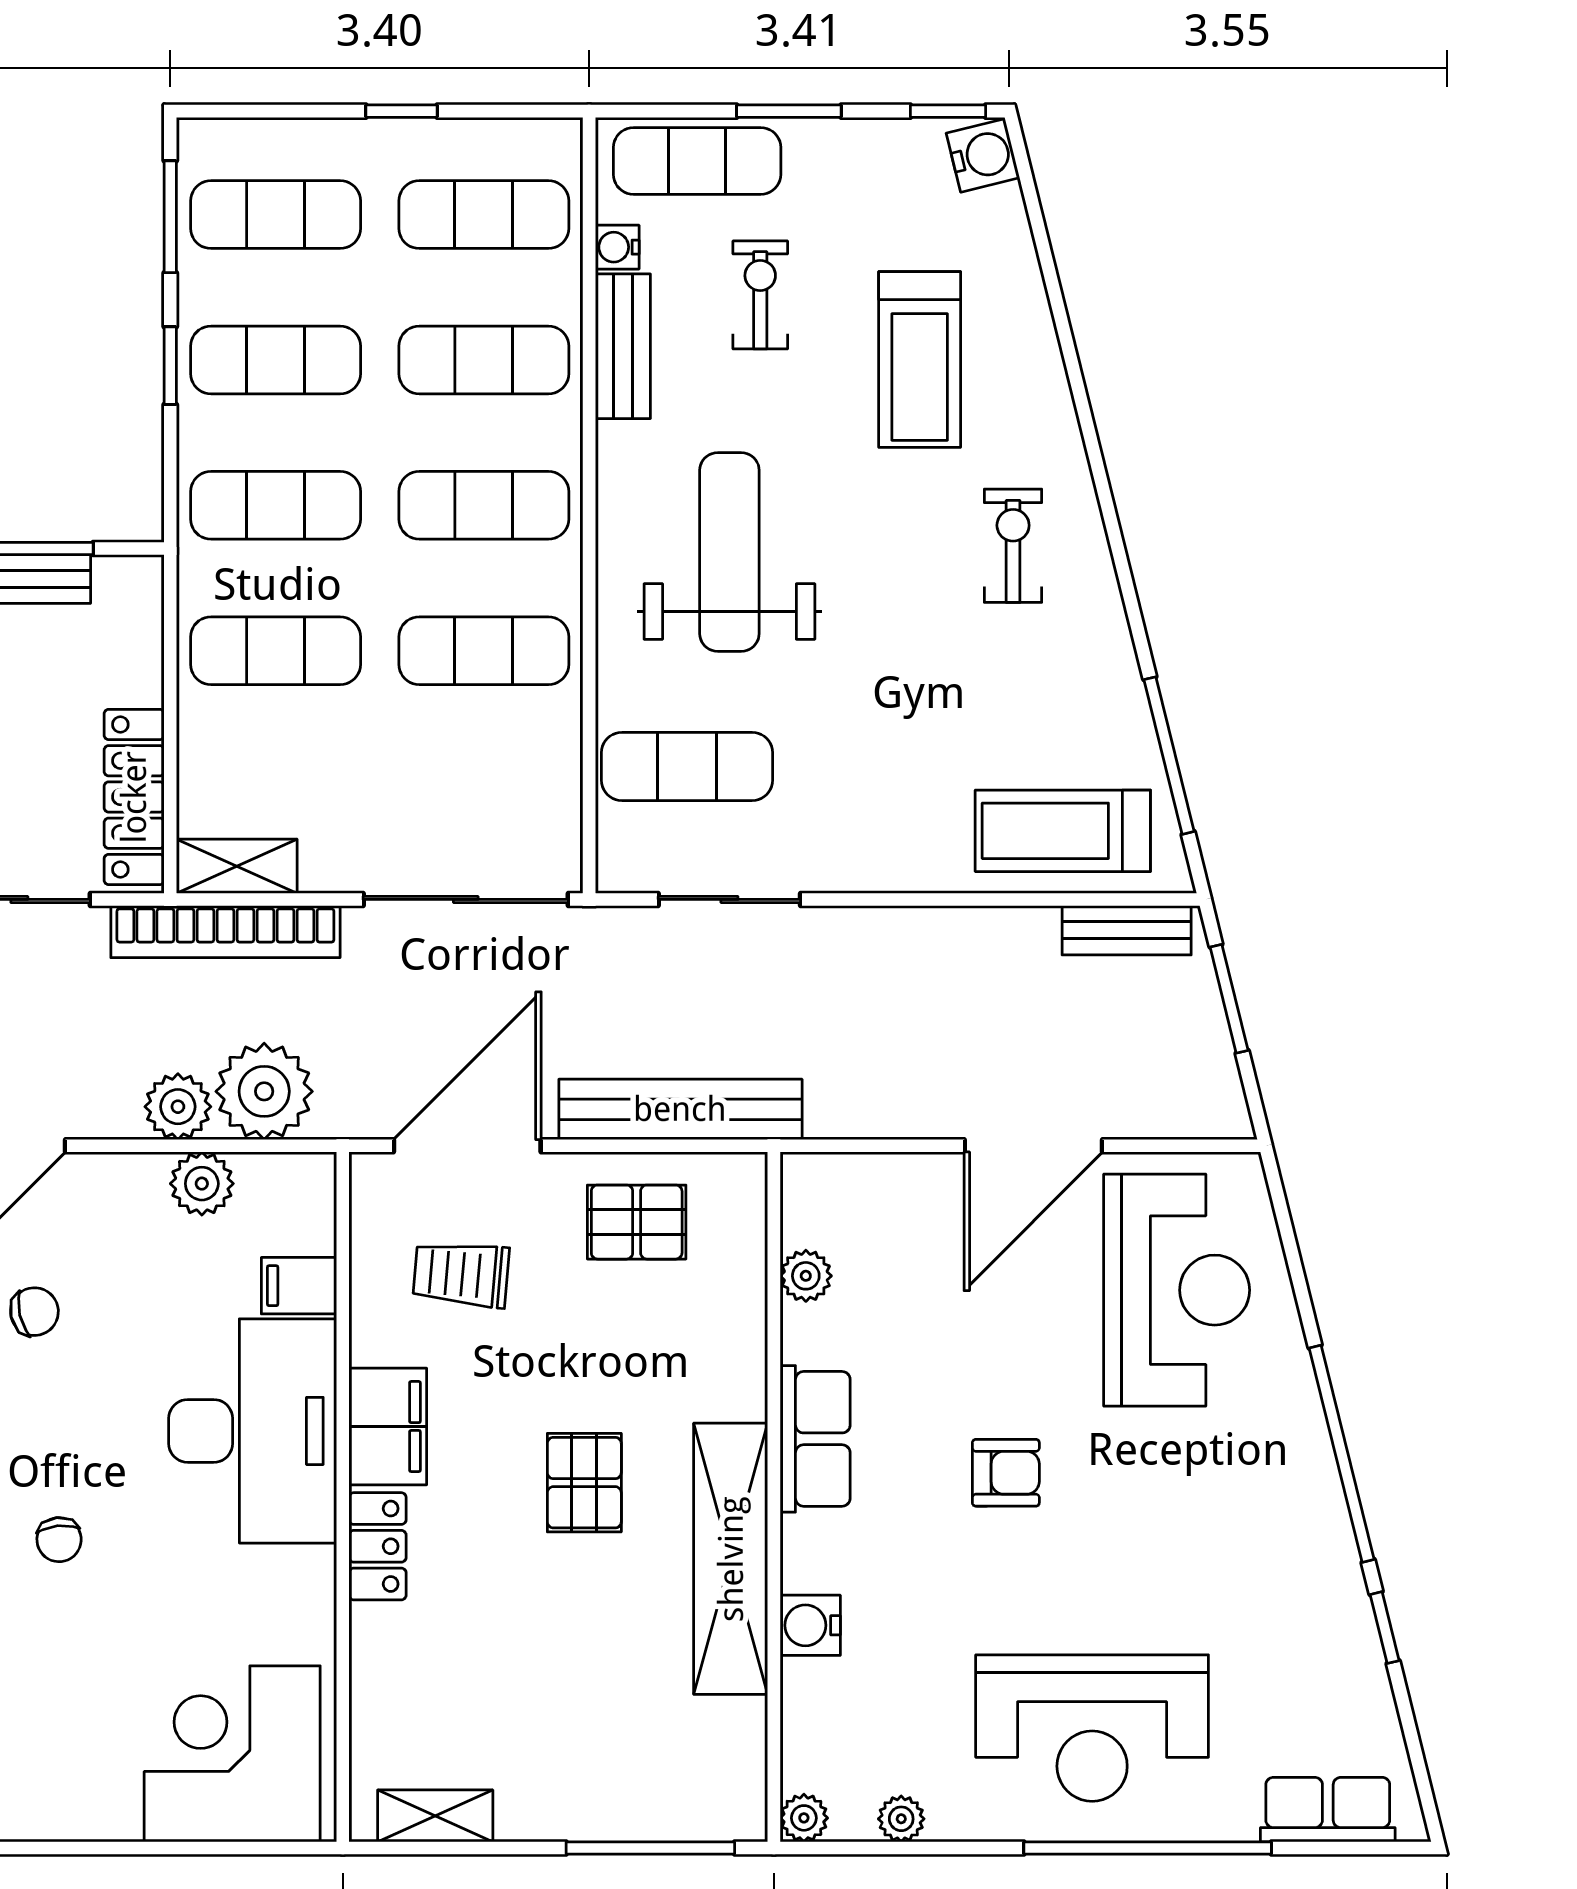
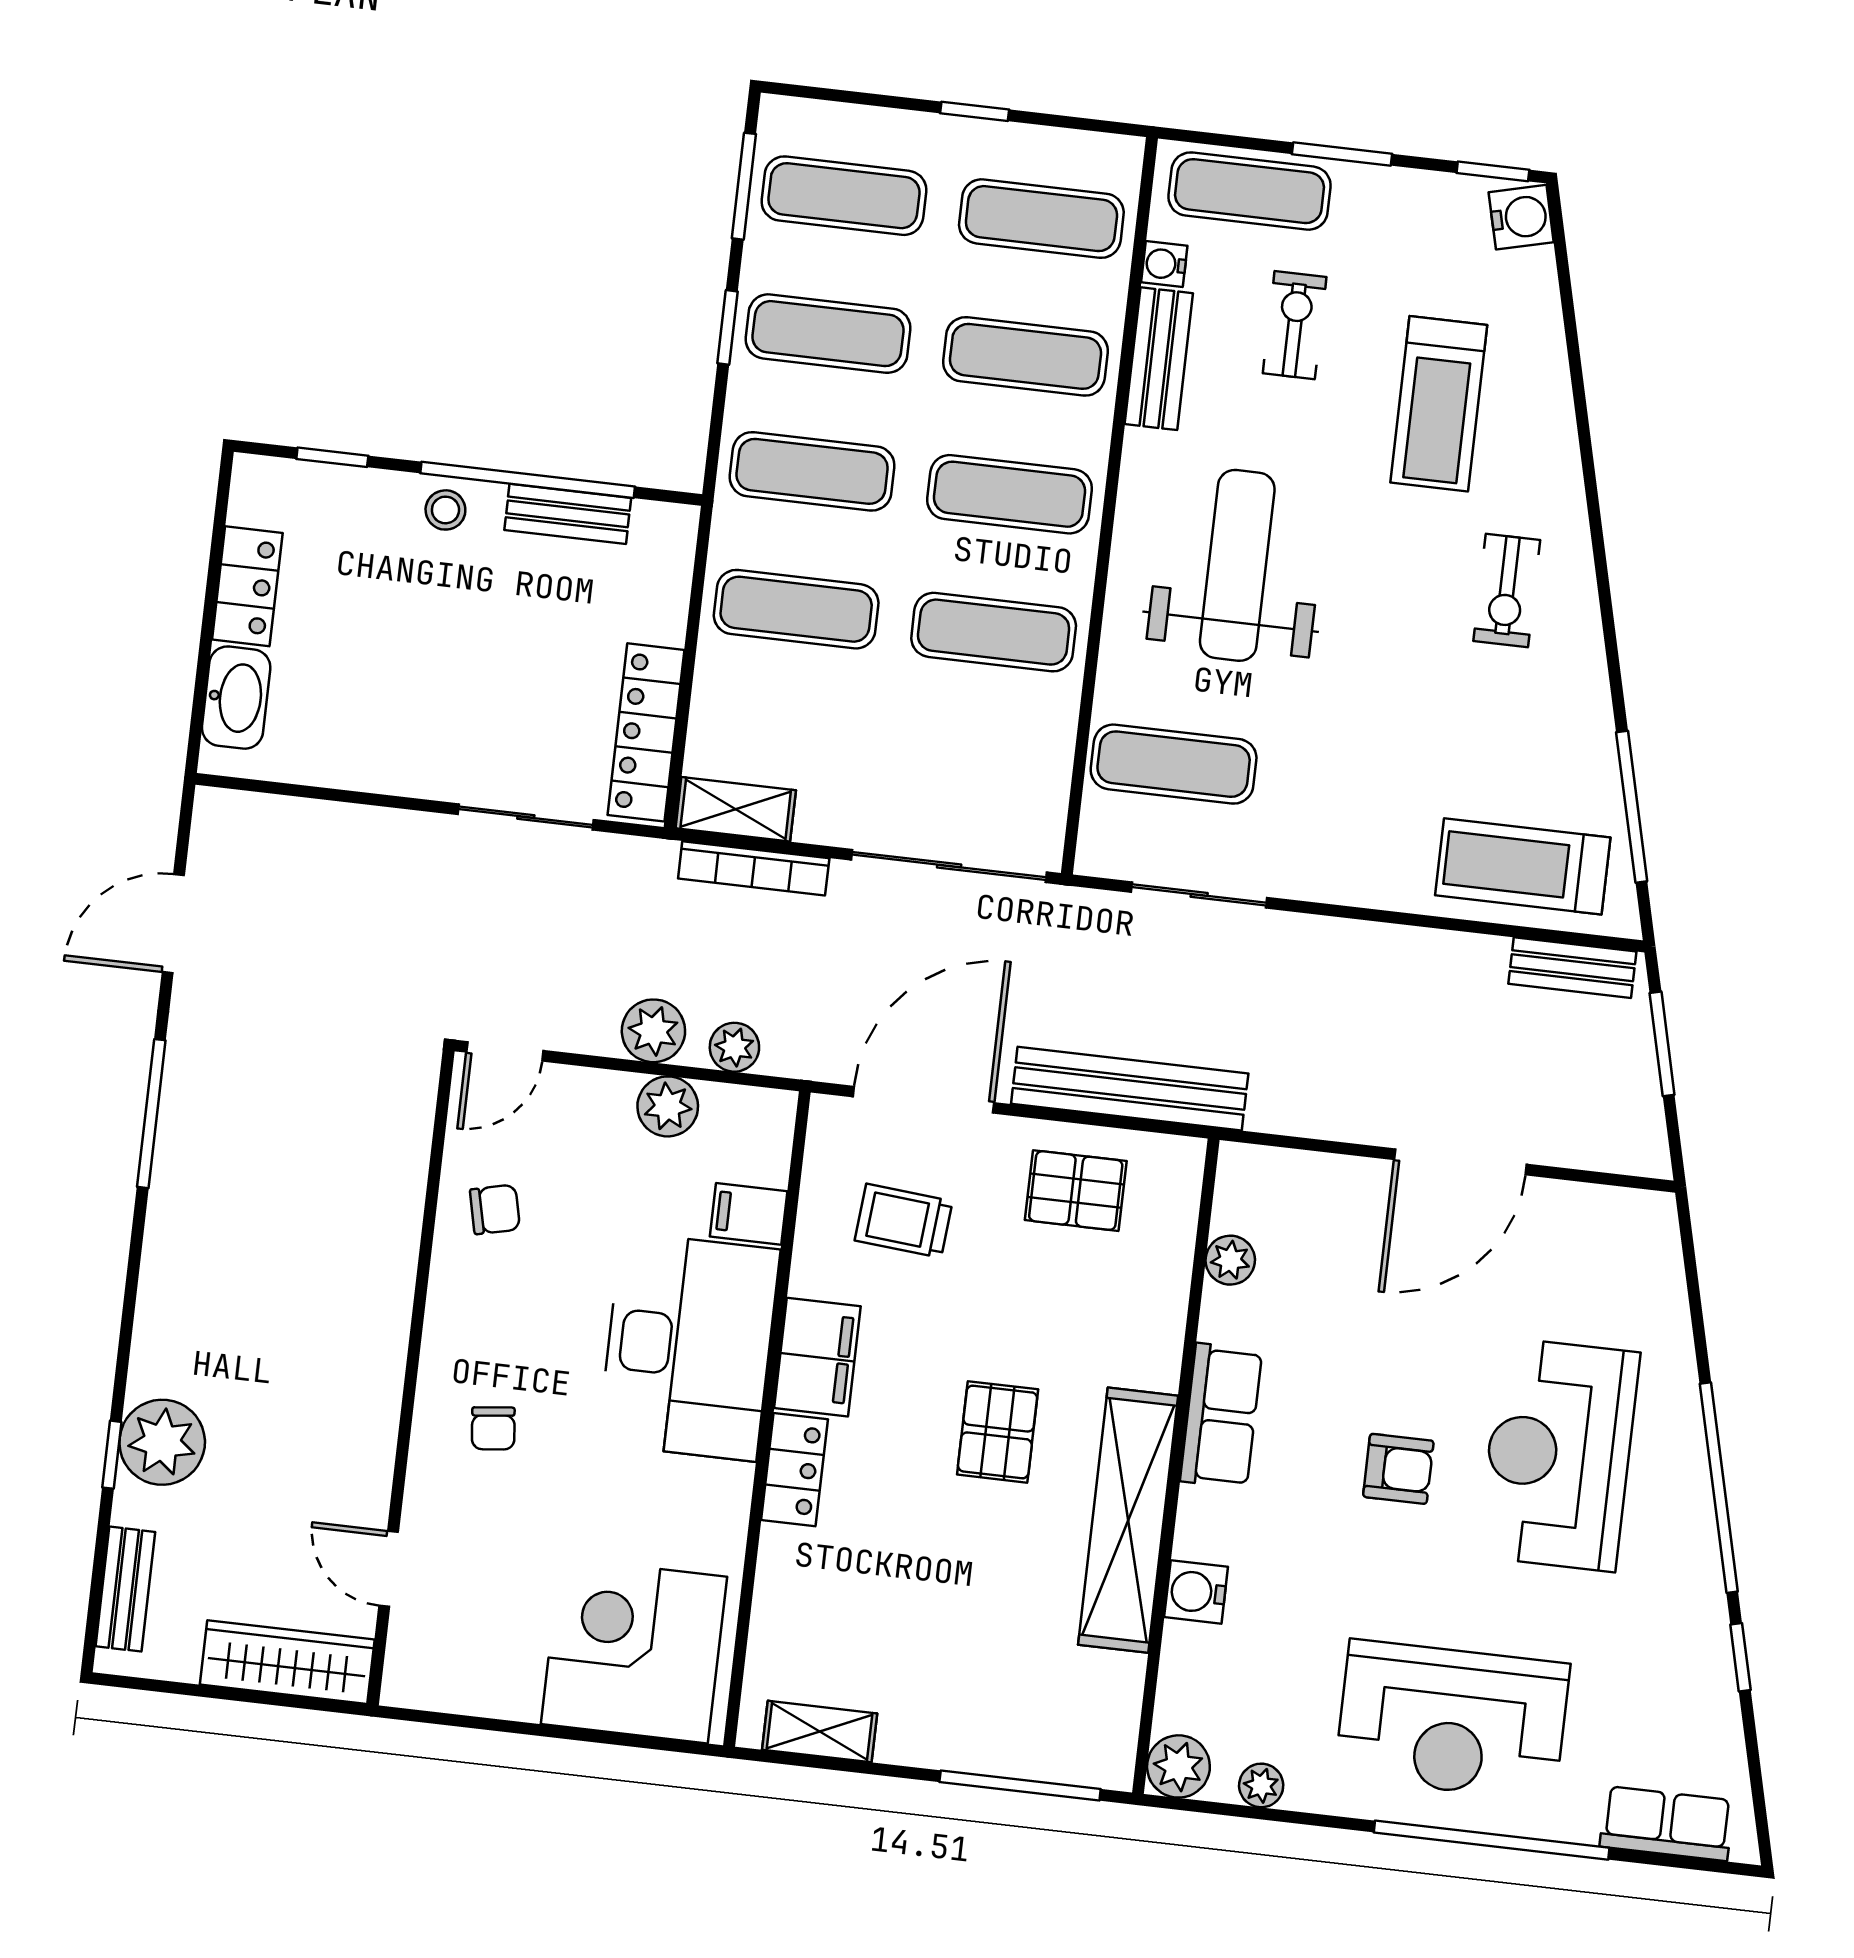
exercise bike: (1013, 546) -> (1507, 591), turned 180
bookcase: (225, 932) -> (754, 868), width x0.68, depth x0.76
plant: (264, 1091) -> (734, 1047), width x0.53, depth x0.53
reception desk: (1177, 1290) -> (1559, 1455), moved, turned 180
plant: (804, 1818) -> (1178, 1766), width x1.38, depth x1.38

